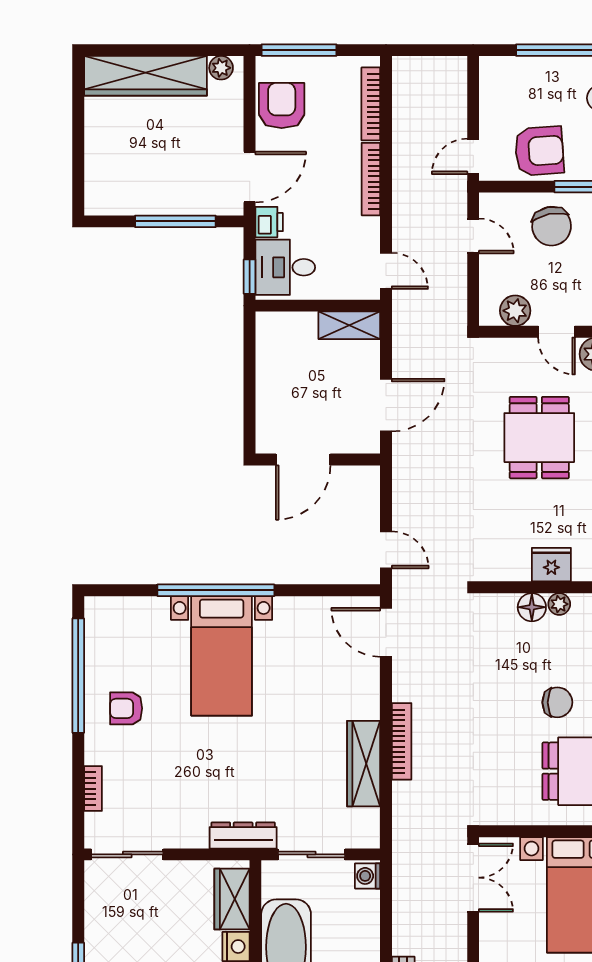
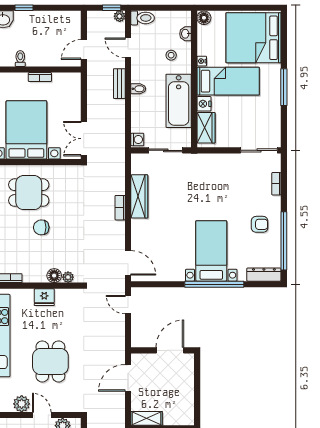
plant: (559, 604) -> (68, 277), moved
bookcase: (402, 741) -> (120, 208), width x0.64
dresser: (243, 835) -> (264, 275), moved, turned 180

